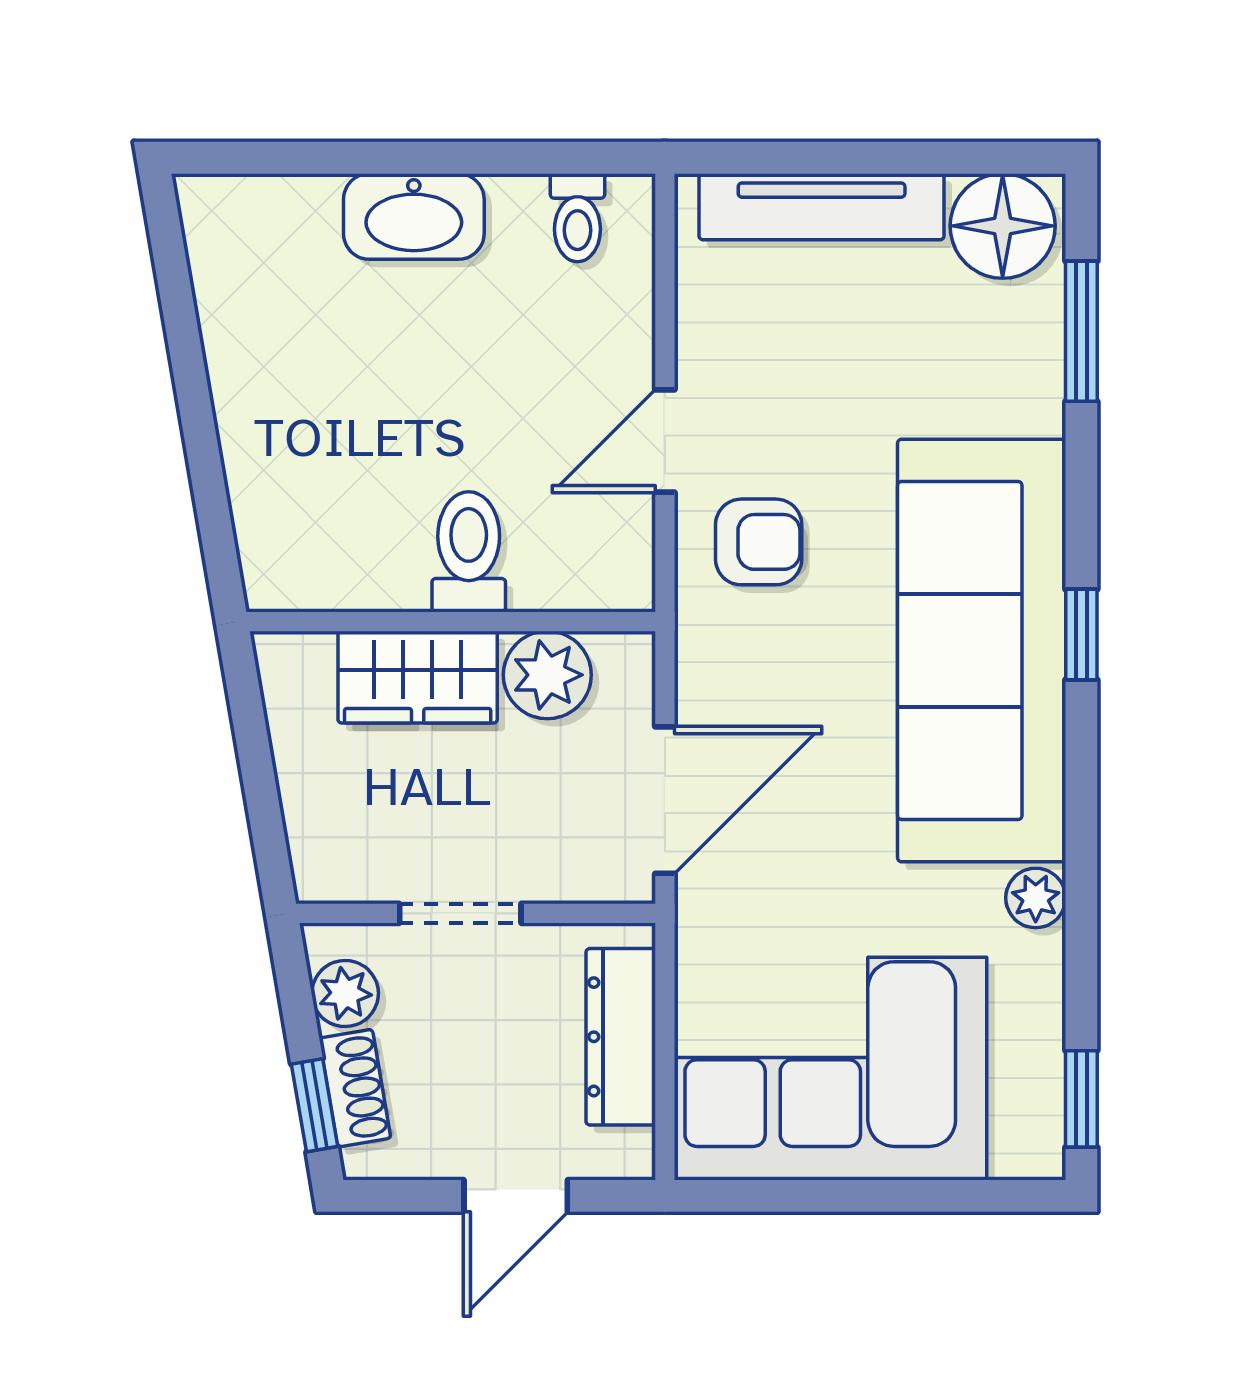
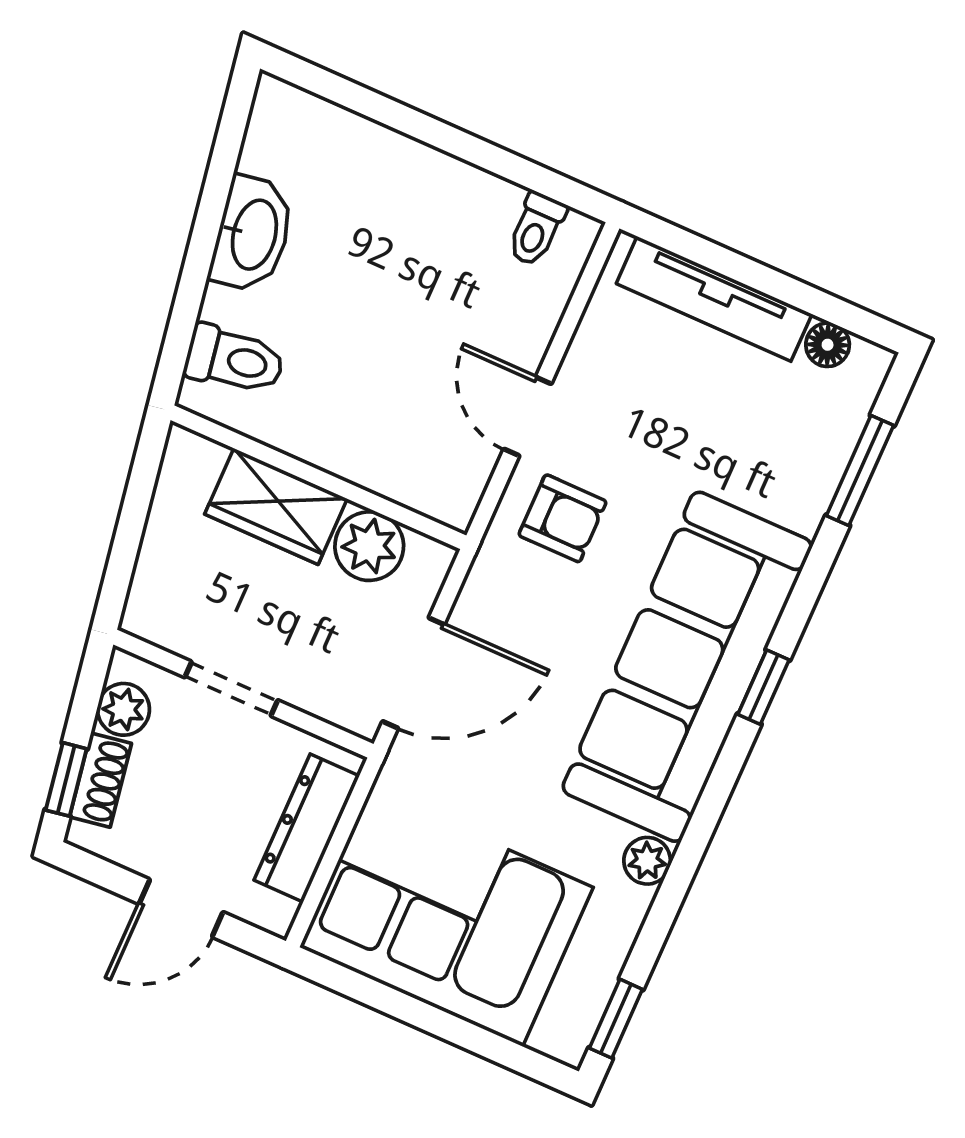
washbasin: (414, 216) -> (252, 234), moved, turned -100
floor lamp: (1003, 226) -> (828, 345), width x0.53, depth x0.53
door: (665, 441) -> (528, 416), hinge flipped
toilet: (469, 552) -> (234, 360), moved, turned 80

